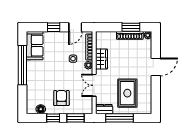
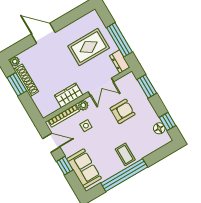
sofa: (35, 46) -> (84, 169), moved, turned 90
coffee table: (36, 74) -> (125, 154), added
armchair: (61, 98) -> (123, 111), moved, turned 180
window: (53, 118) -> (168, 122), moved

